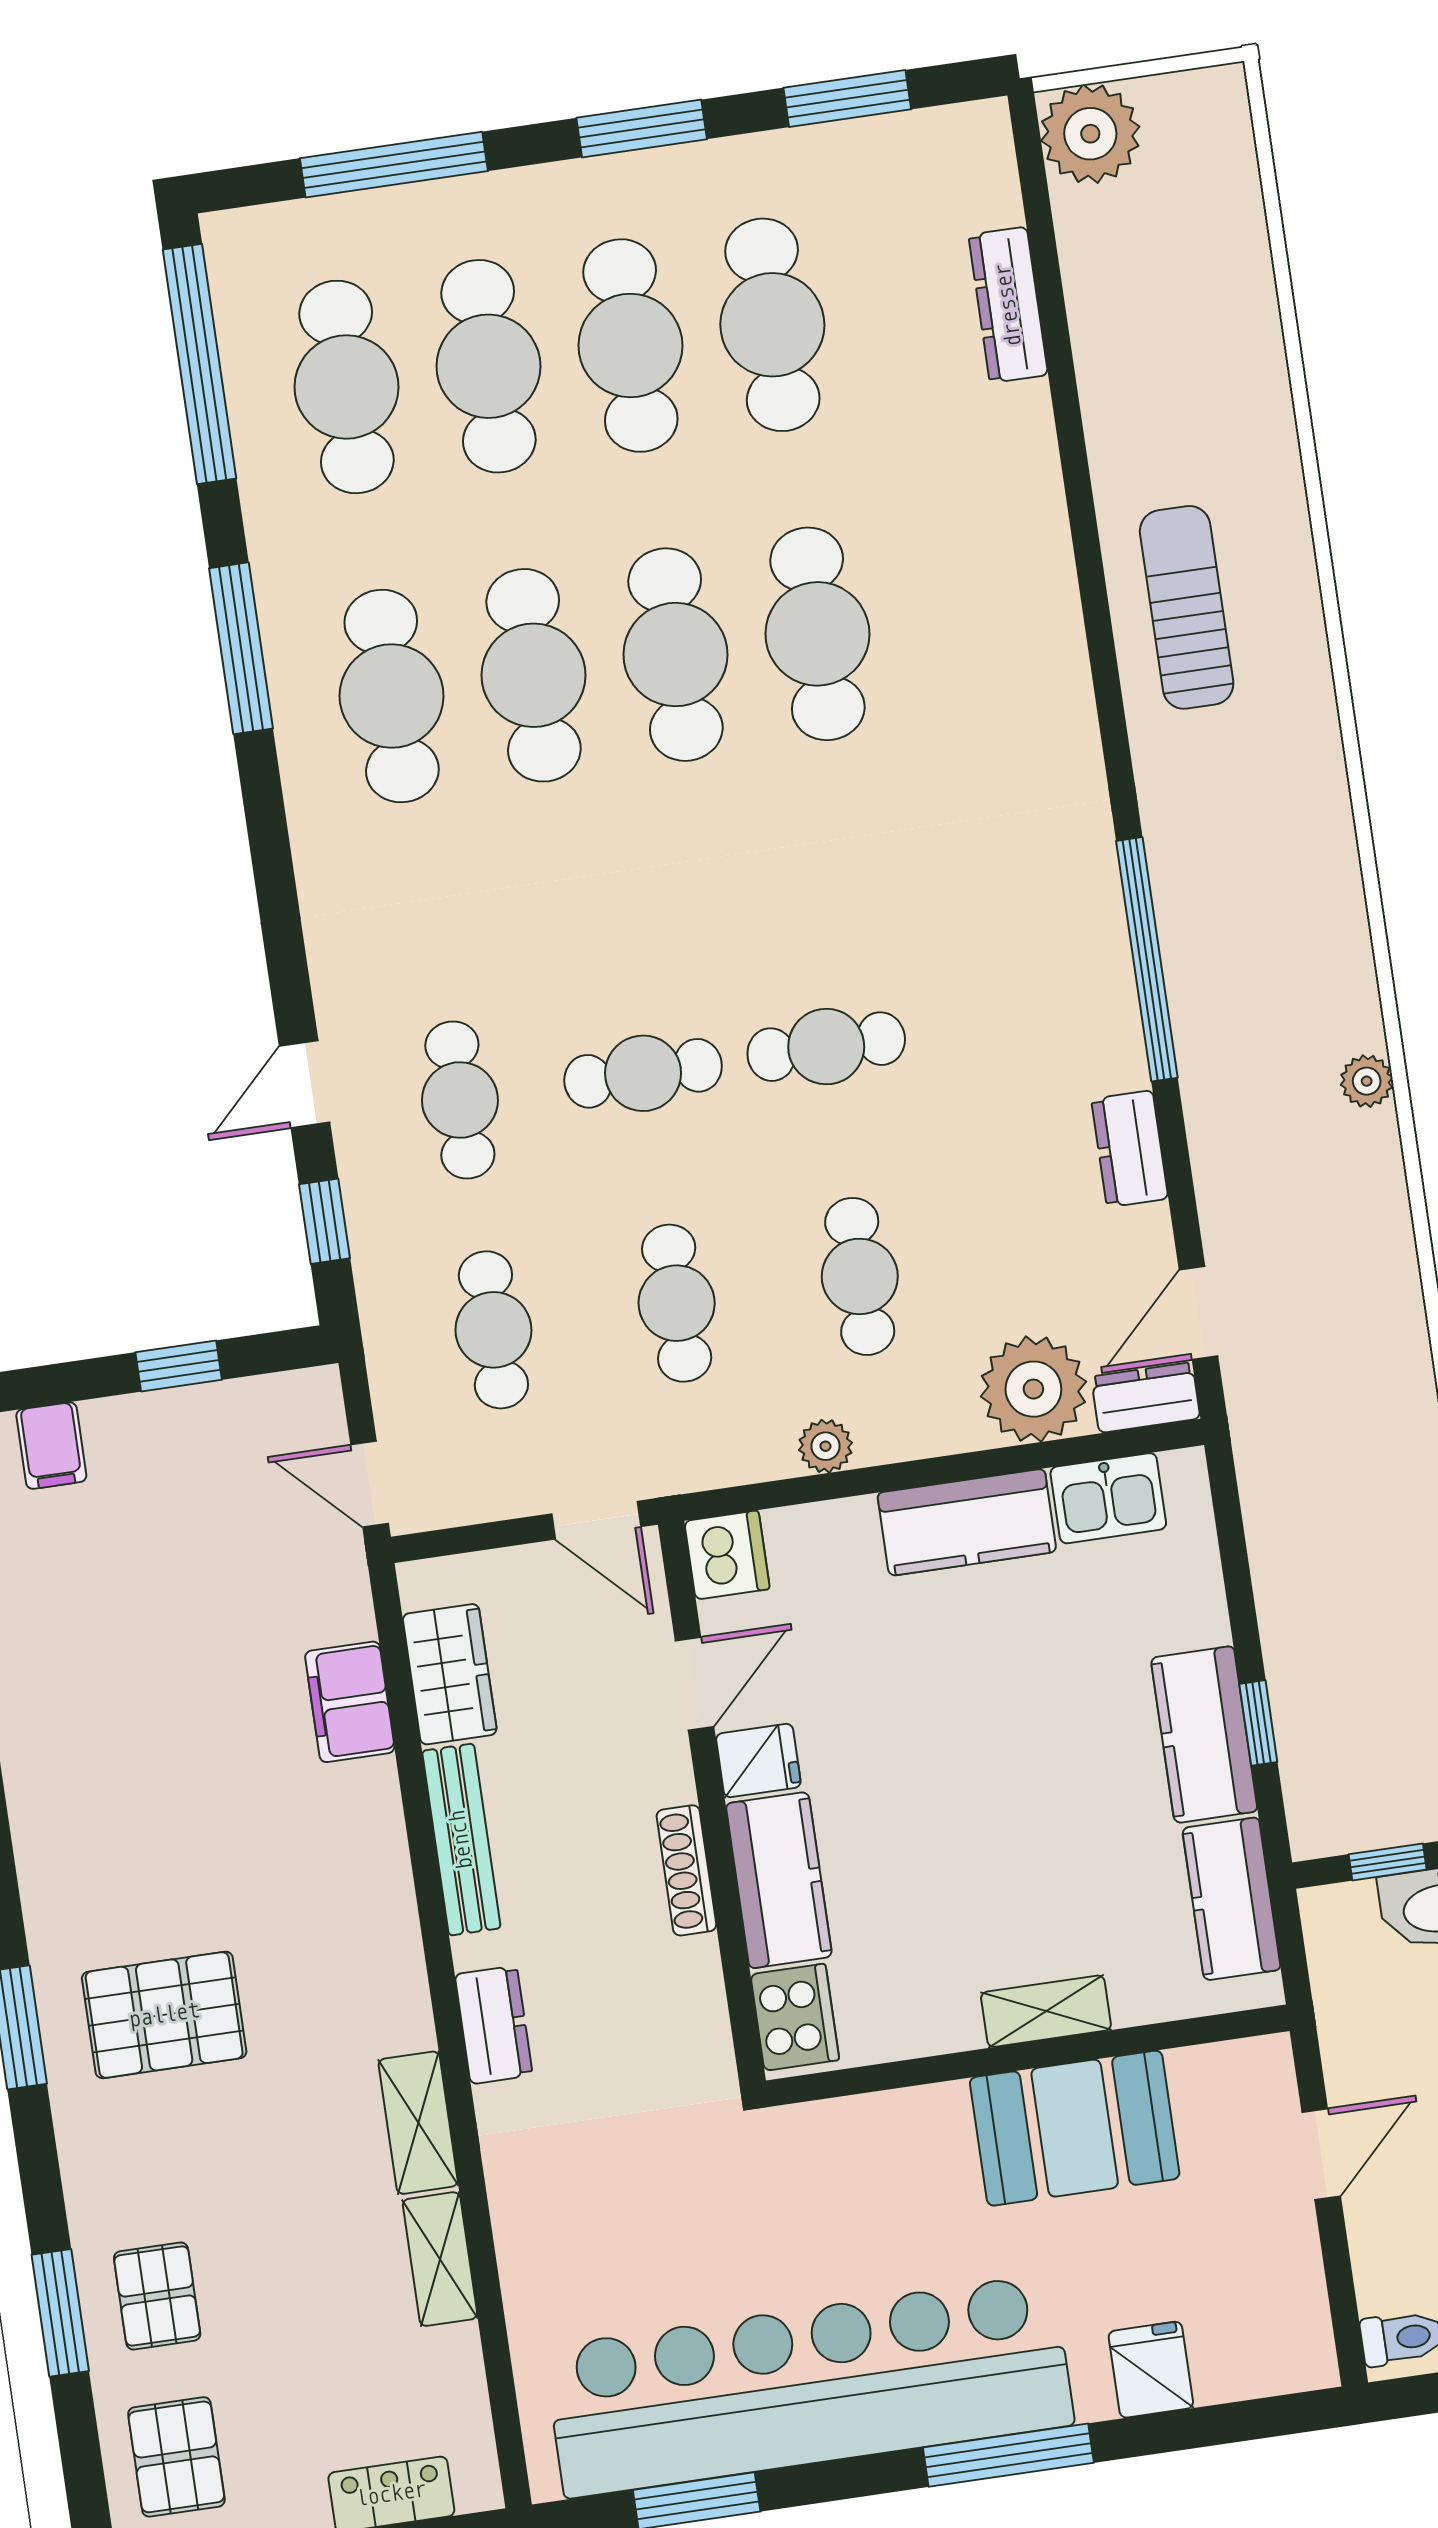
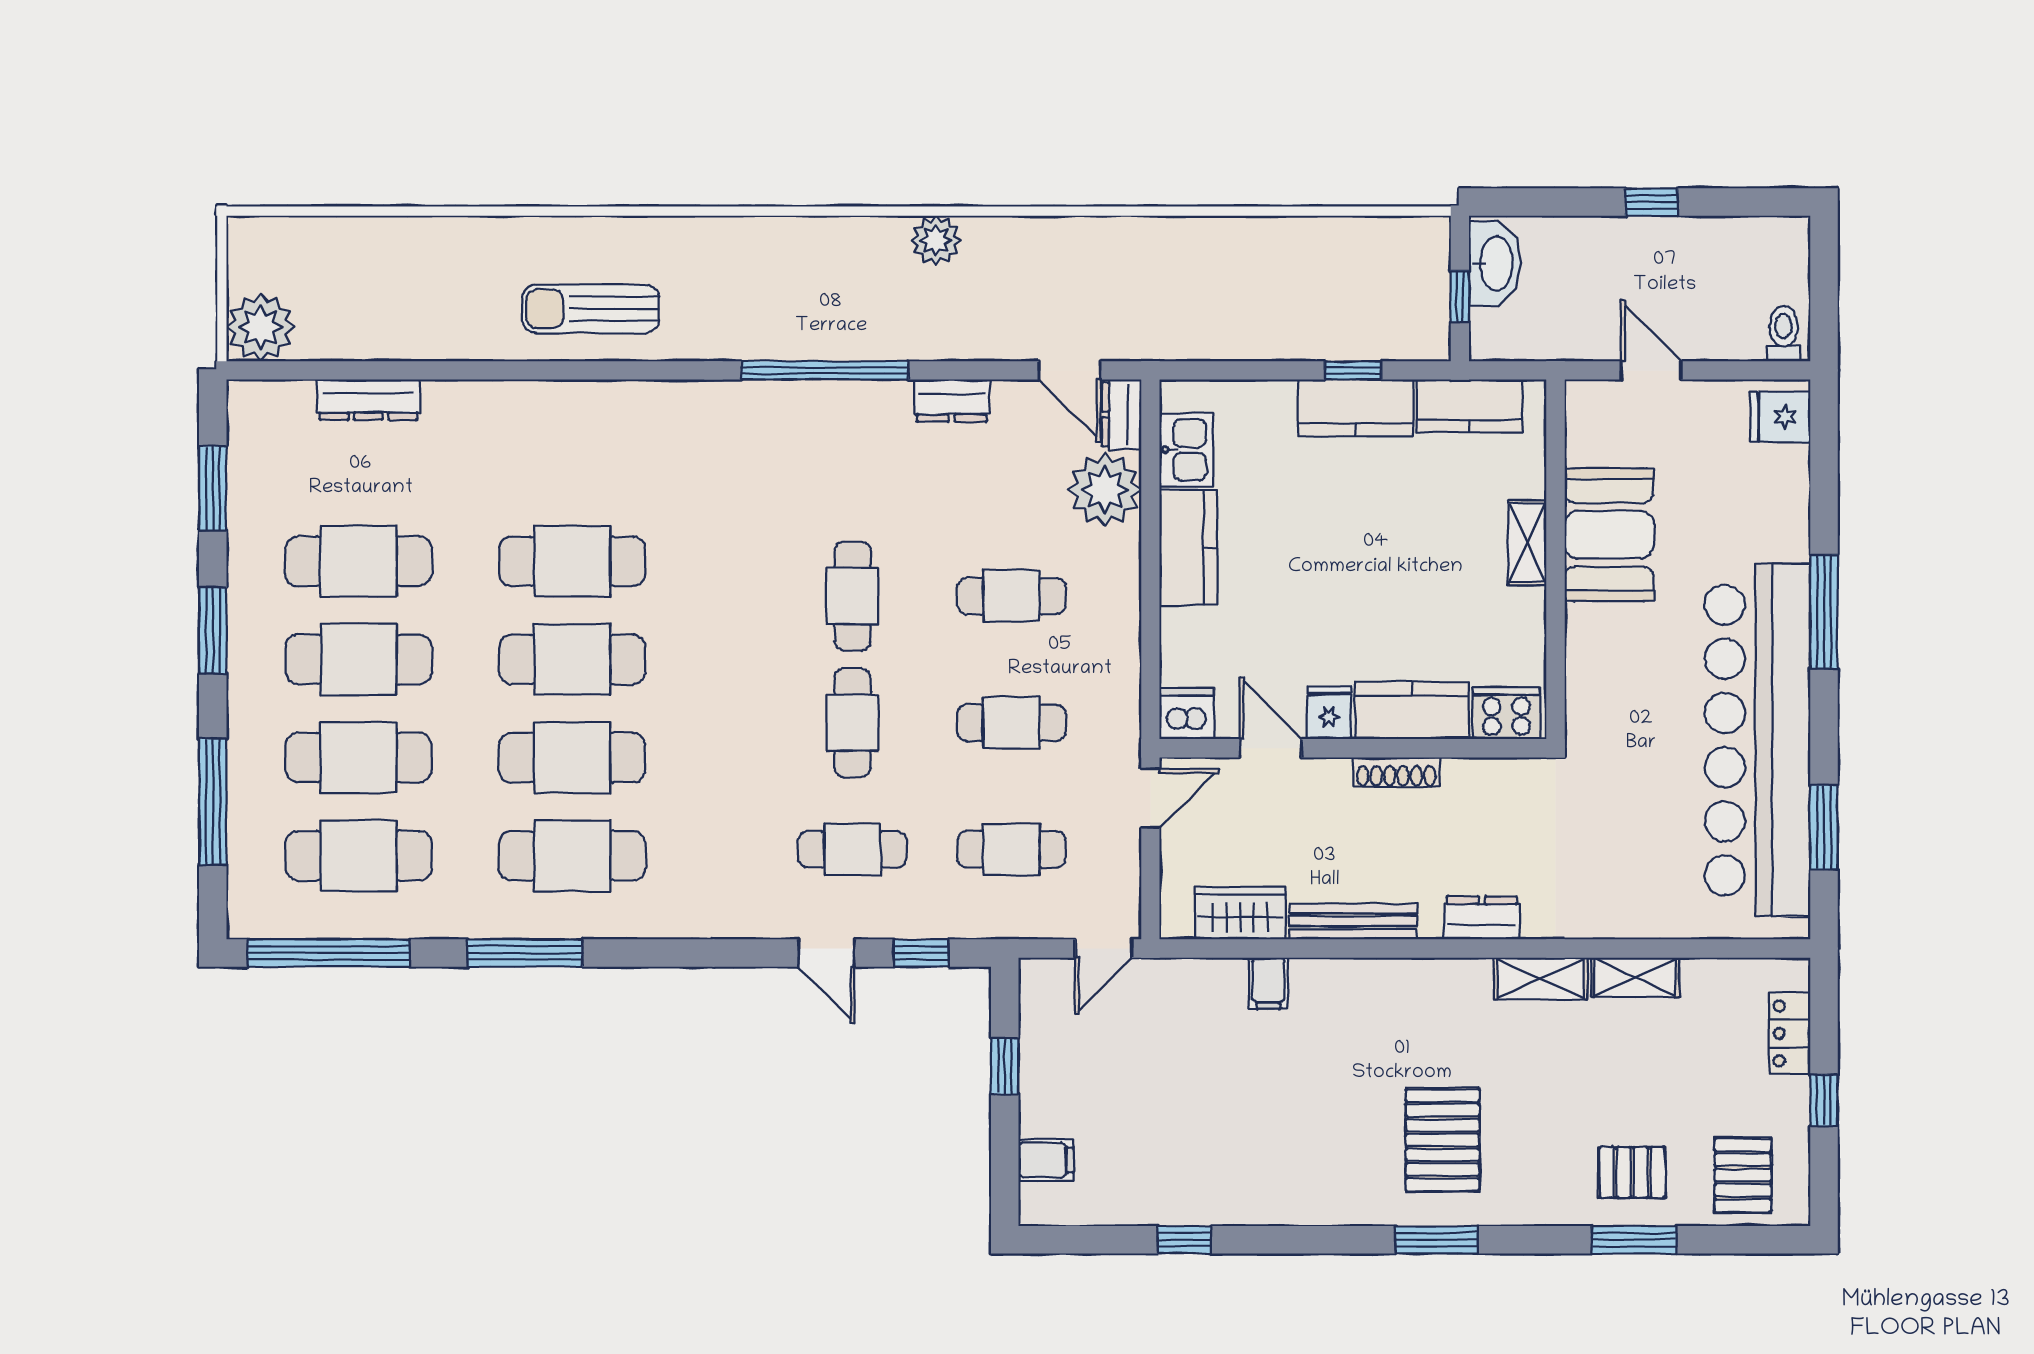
plant: (1367, 1081) -> (936, 240), width x1.38, depth x1.38
plant: (826, 1446) -> (1123, 636), removed
filing cabinet: (350, 1702) -> (1268, 983), width x0.50
fridge: (1151, 2370) -> (1780, 417), moved
pallet: (176, 2457) -> (1743, 1175), turned 90

